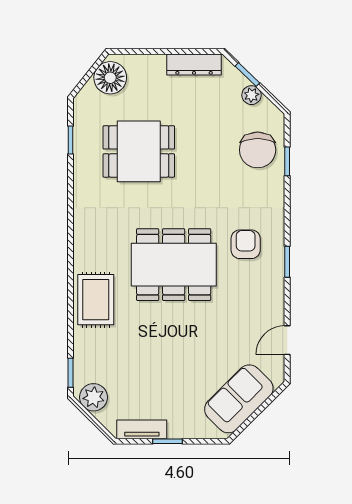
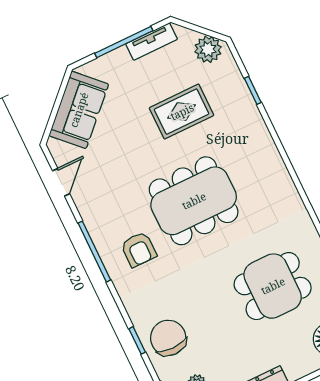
window: (287, 262) -> (94, 252), width x2.17
rug: (96, 300) -> (182, 112), moved, turned 90
window: (71, 373) -> (253, 90), moved
window: (168, 441) -> (124, 42), width x2.17

